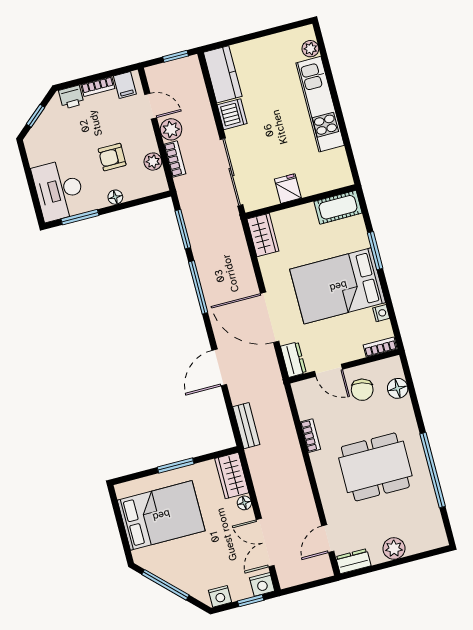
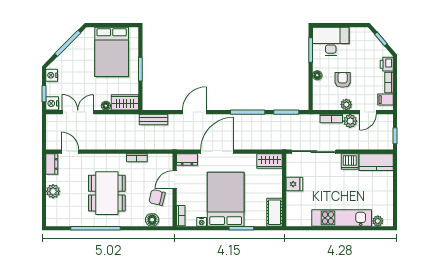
plant: (153, 162) -> (346, 105), moved
door: (219, 367) -> (194, 112), hinge flipped

